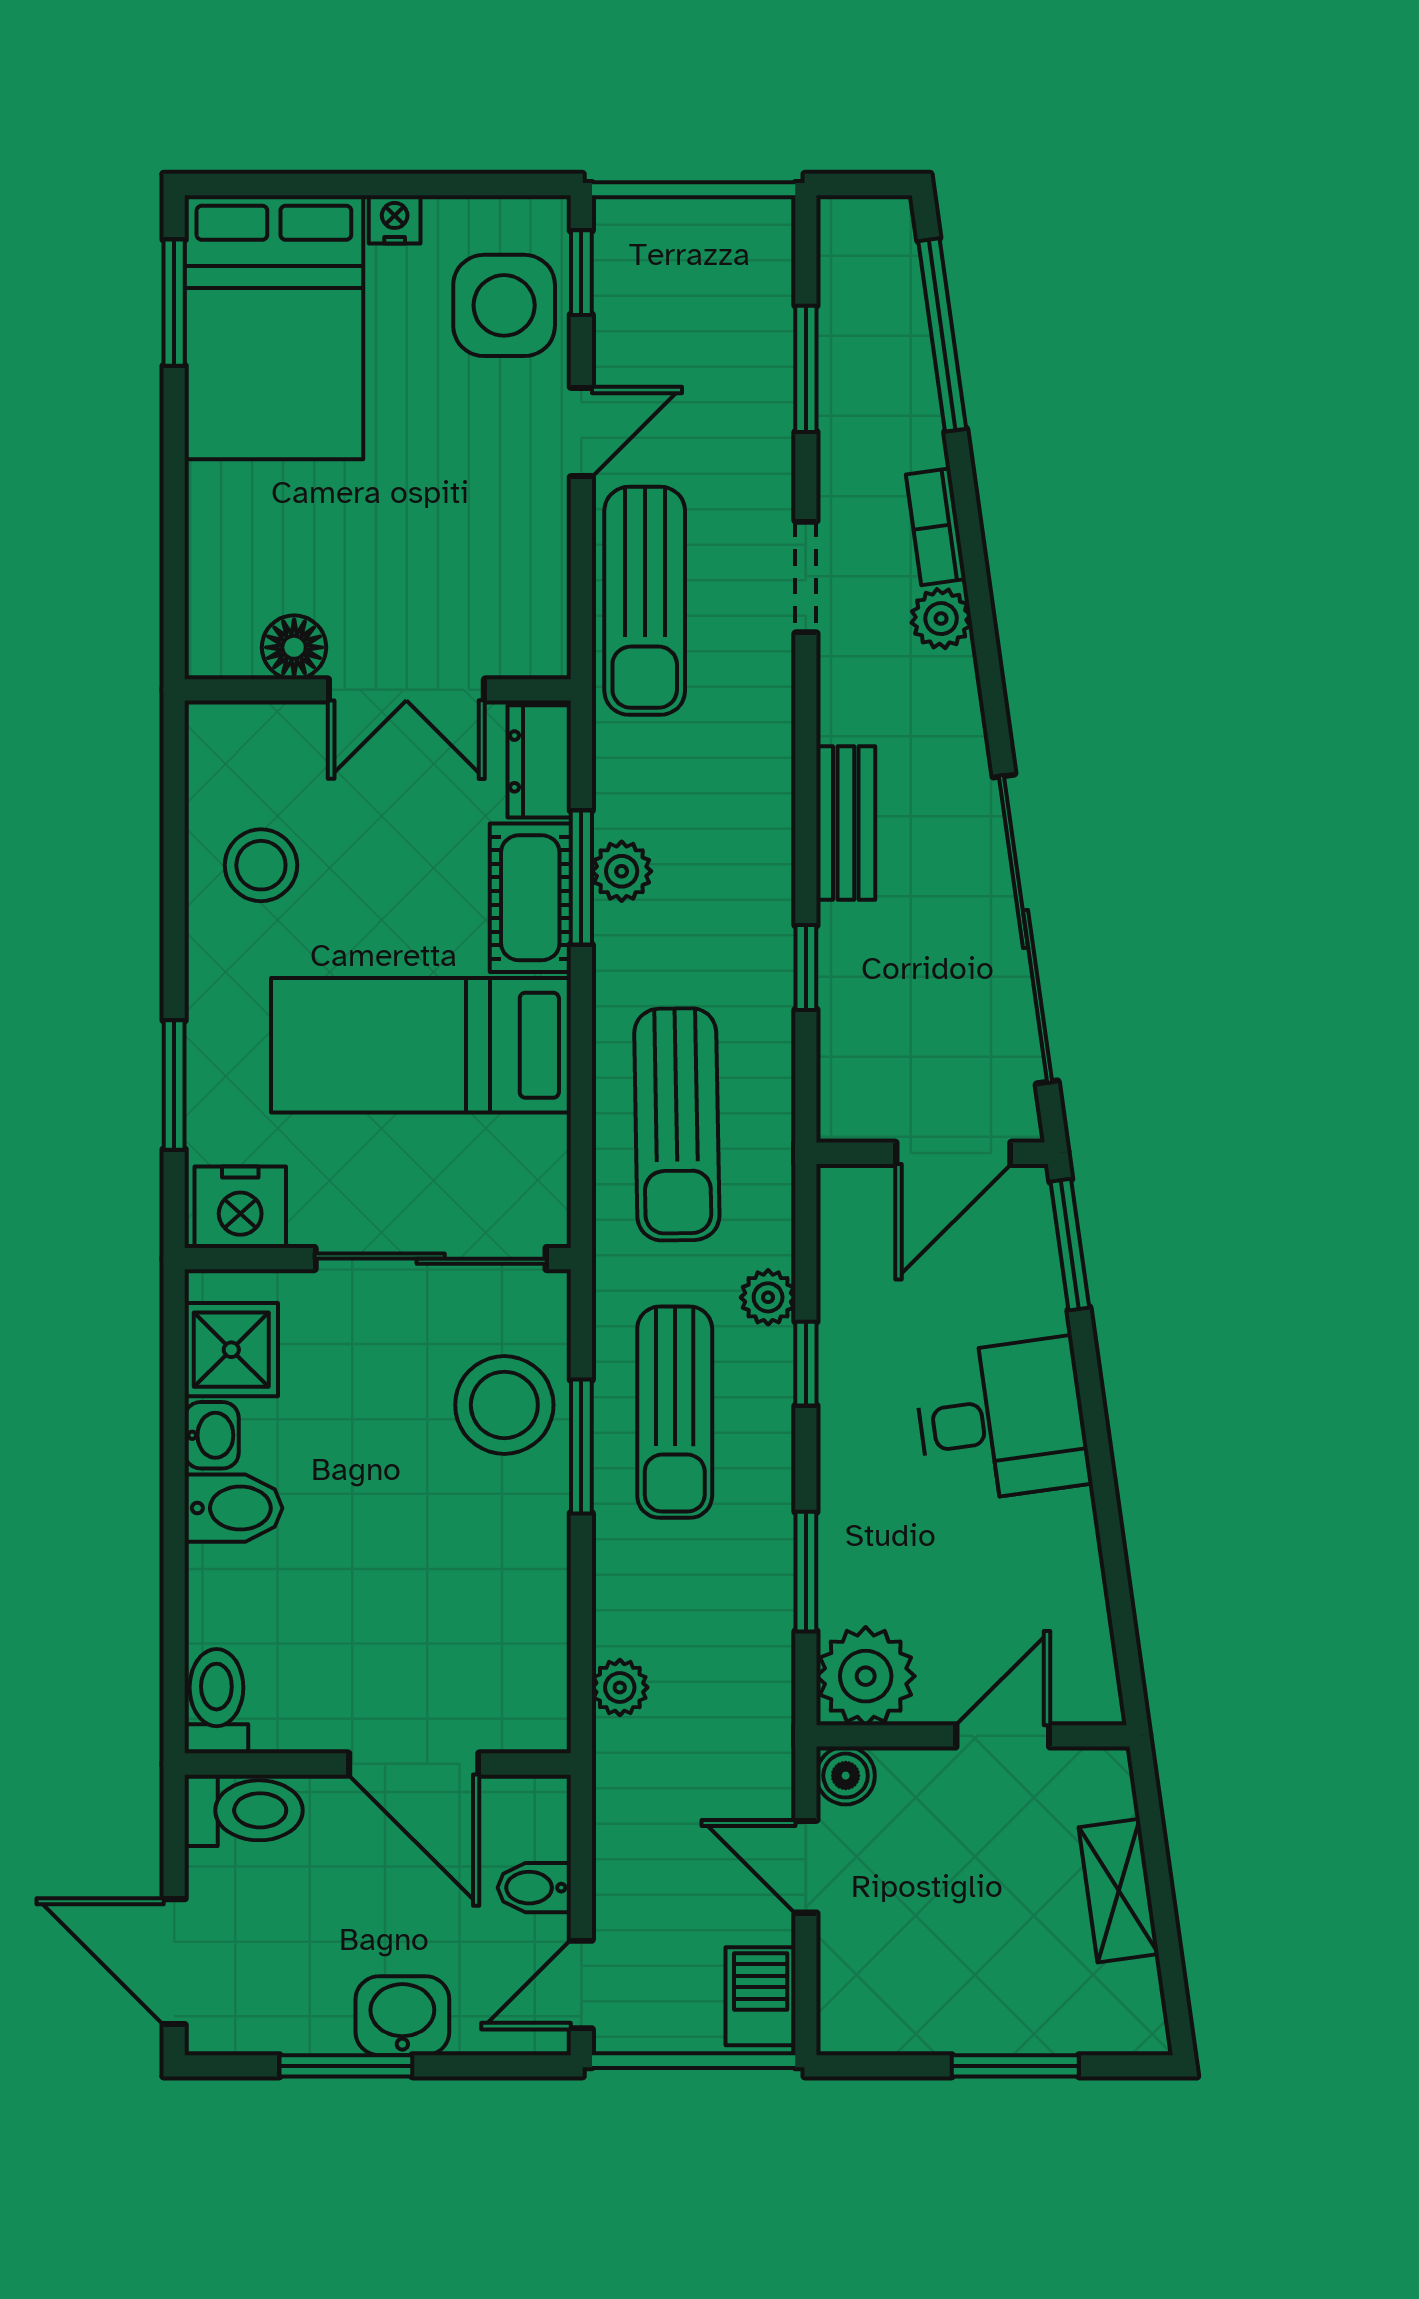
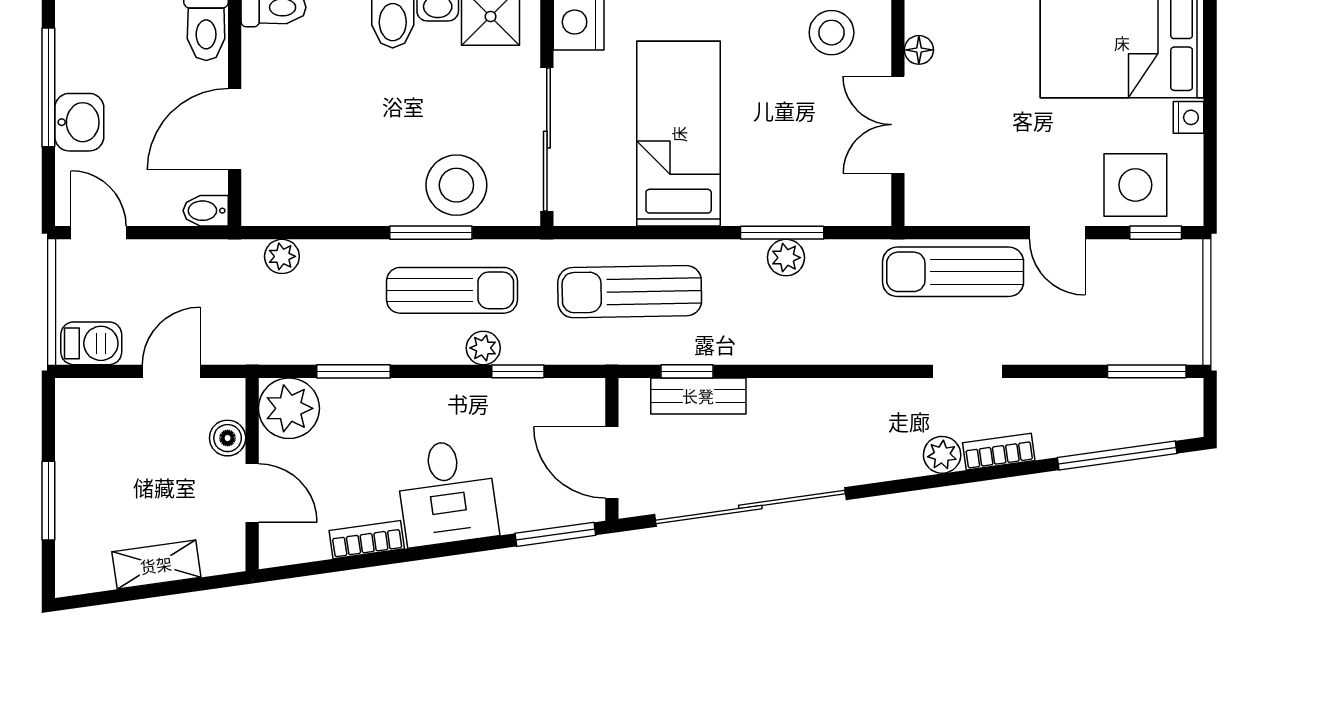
window: (806, 369) -> (1147, 371), moved
floor lamp: (294, 647) -> (919, 50), width x0.73, depth x0.73
dresser: (539, 761) -> (854, 207), removed
bench: (846, 823) -> (698, 396), moved
stool: (261, 865) -> (832, 33), moved
cot: (530, 898) -> (770, 201), removed
window: (806, 968) -> (687, 371), moved
plant: (768, 1297) -> (483, 348), moved
window: (806, 1364) -> (518, 371), moved
sun lounger: (675, 1412) -> (452, 290), turned 180
bookcase: (1078, 1550) -> (367, 540), added
boiler: (846, 1776) -> (228, 438), moved
bidet: (534, 1888) -> (206, 211), moved, turned -90
window: (346, 2066) -> (48, 87), width x1.44

